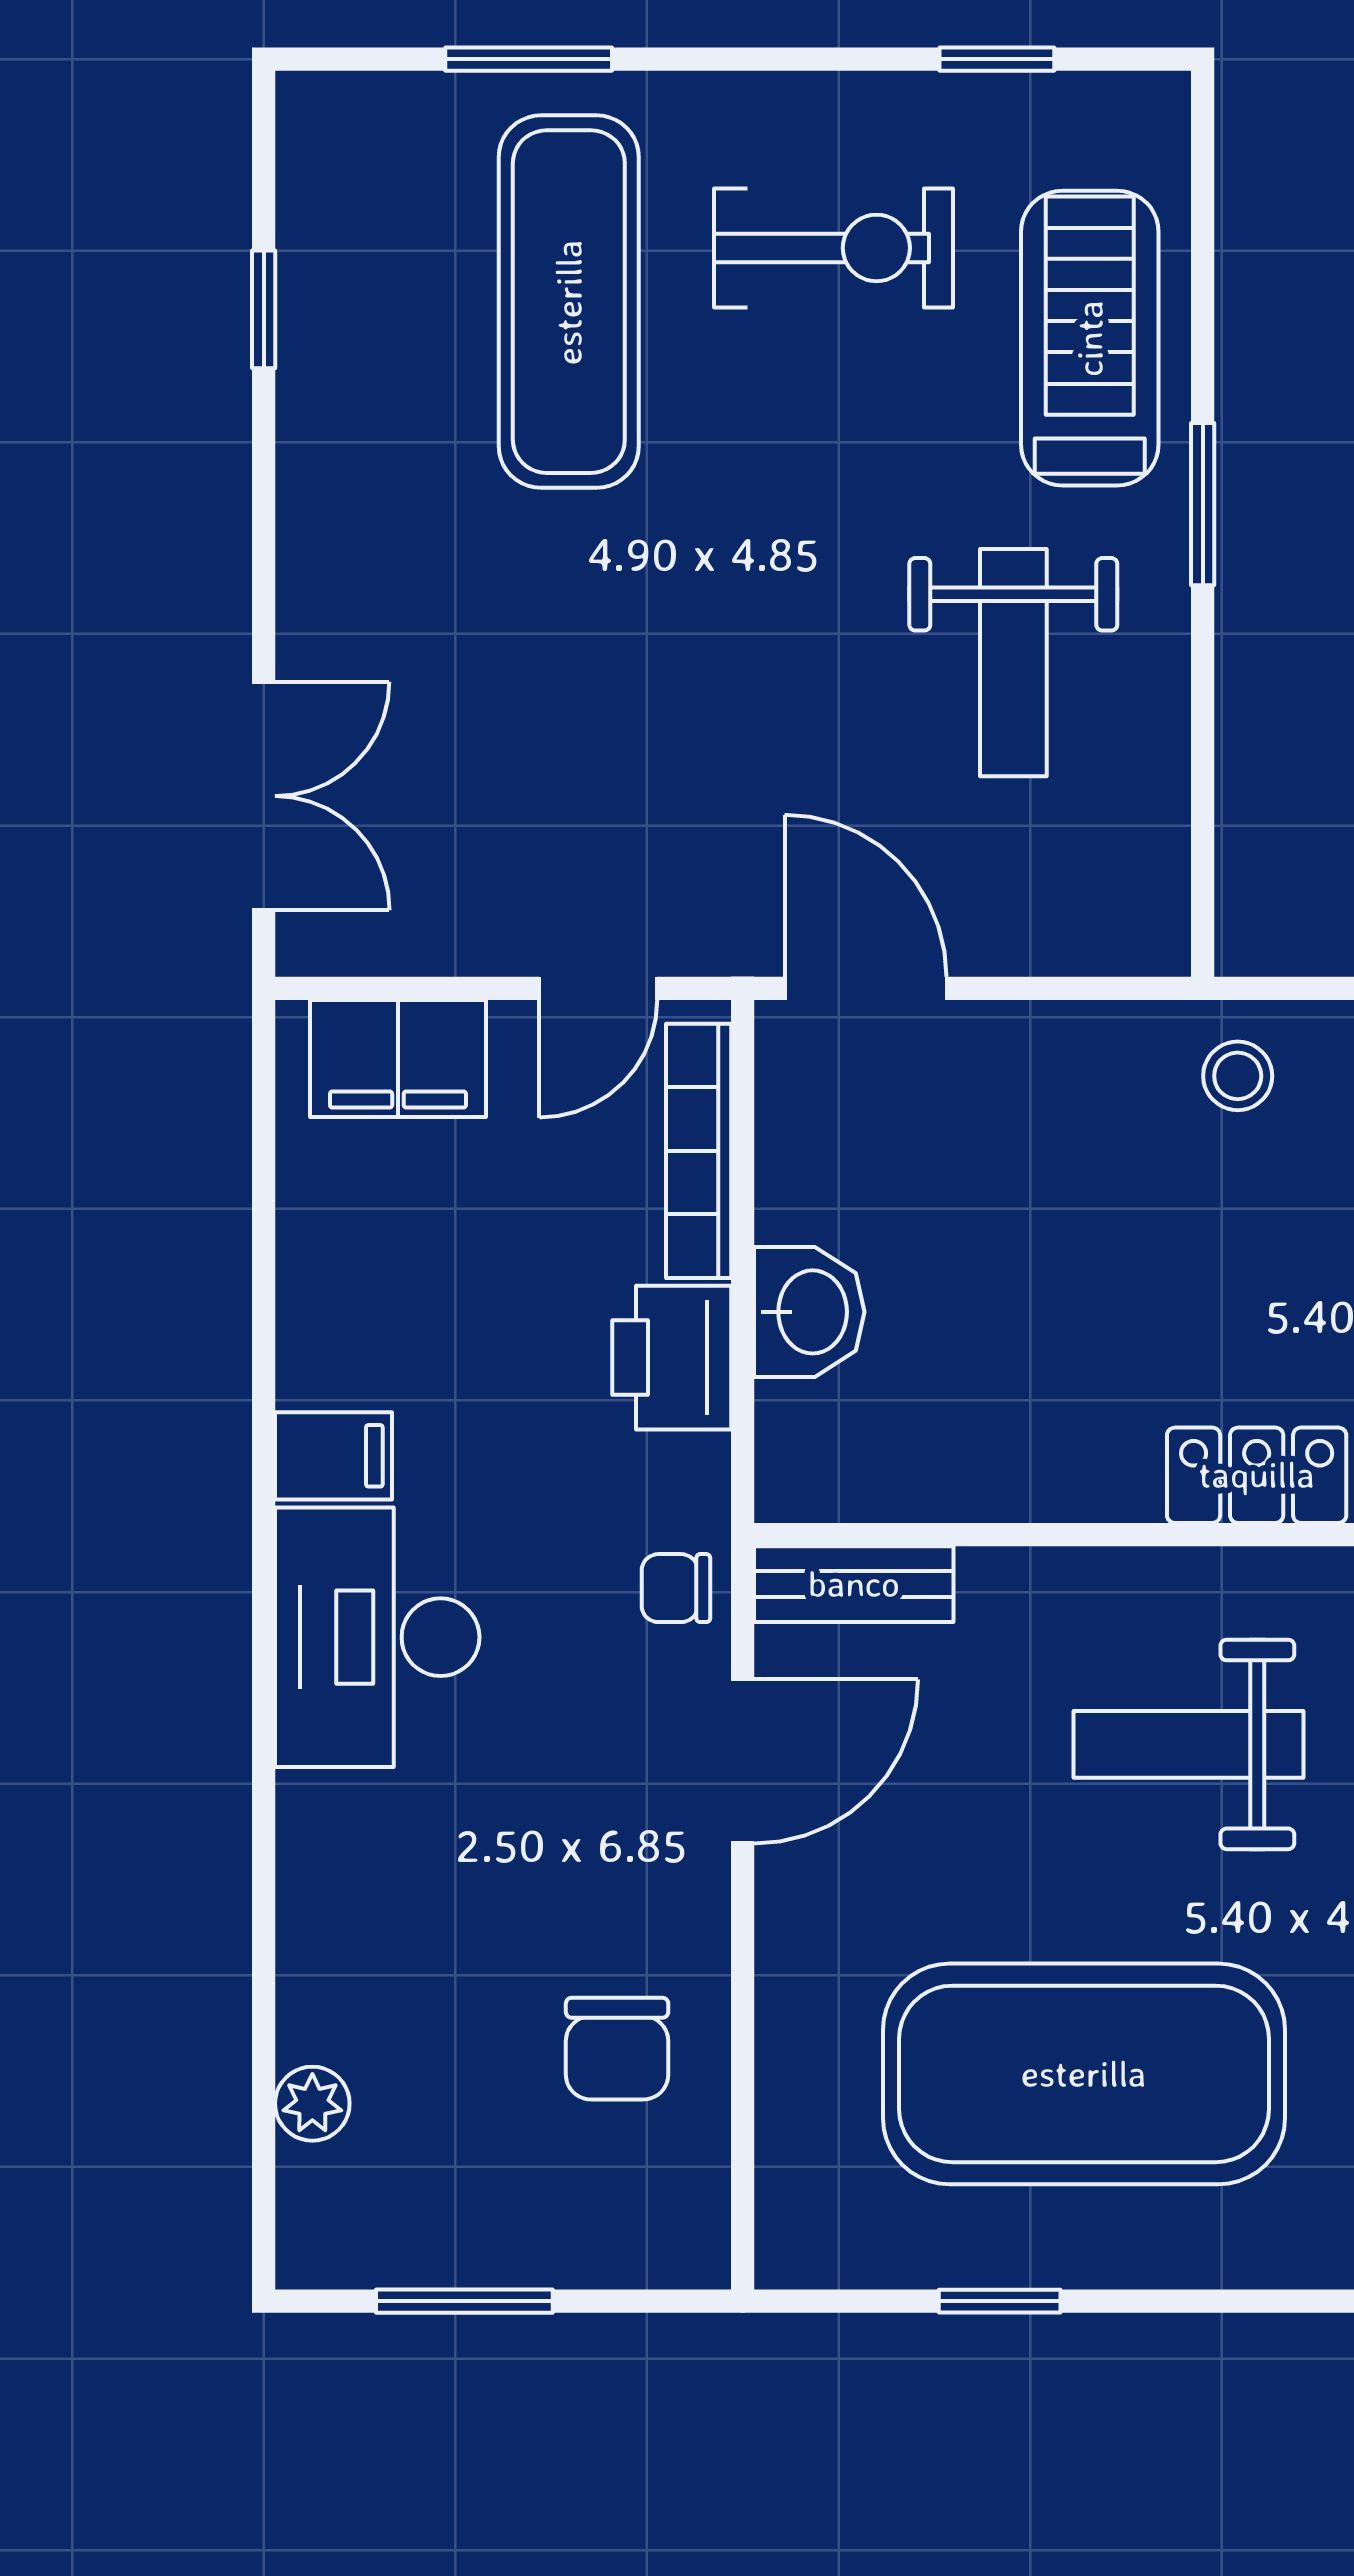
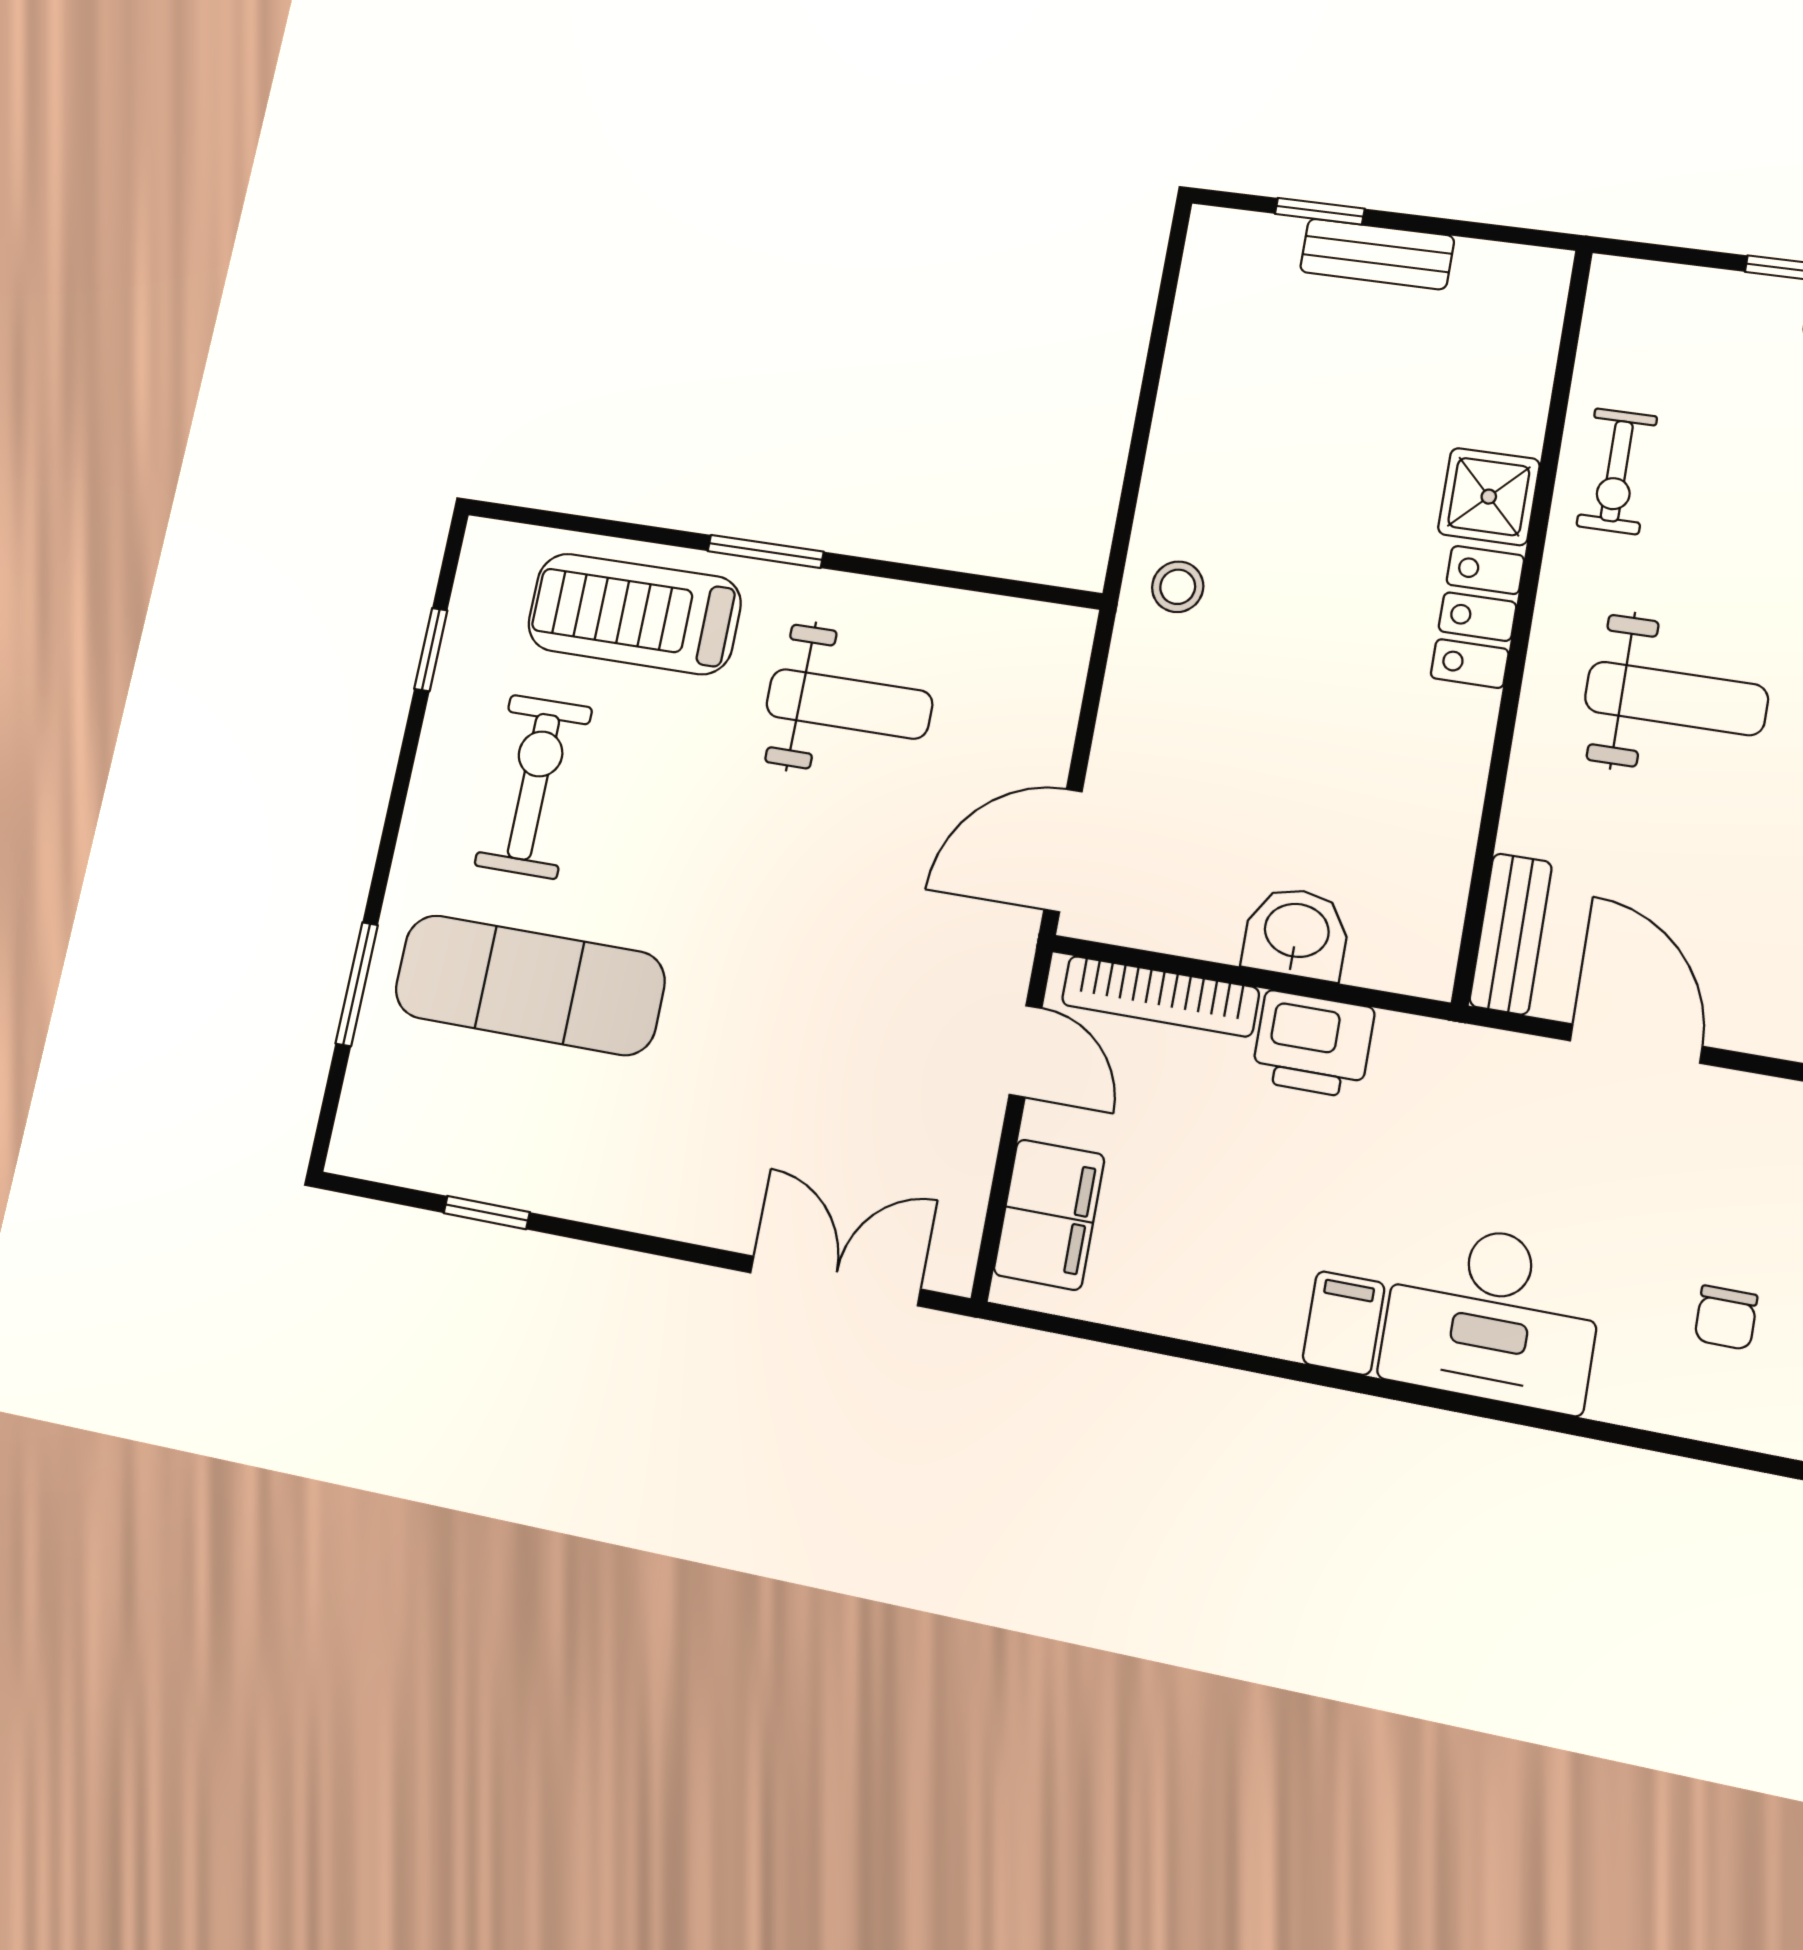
chair: (676, 1588) -> (1726, 1318), moved
weight bench: (1188, 1744) -> (1676, 698), turned -90

